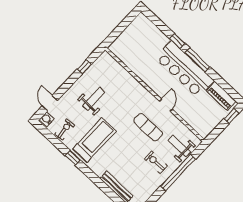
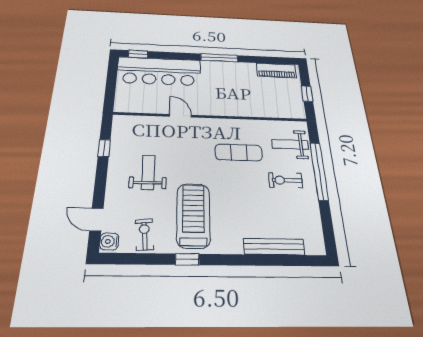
window: (177, 41) -> (138, 54), moved
bar counter: (185, 69) -> (159, 71), moved
door: (166, 105) -> (180, 116), moved
window: (231, 116) -> (307, 94), moved

